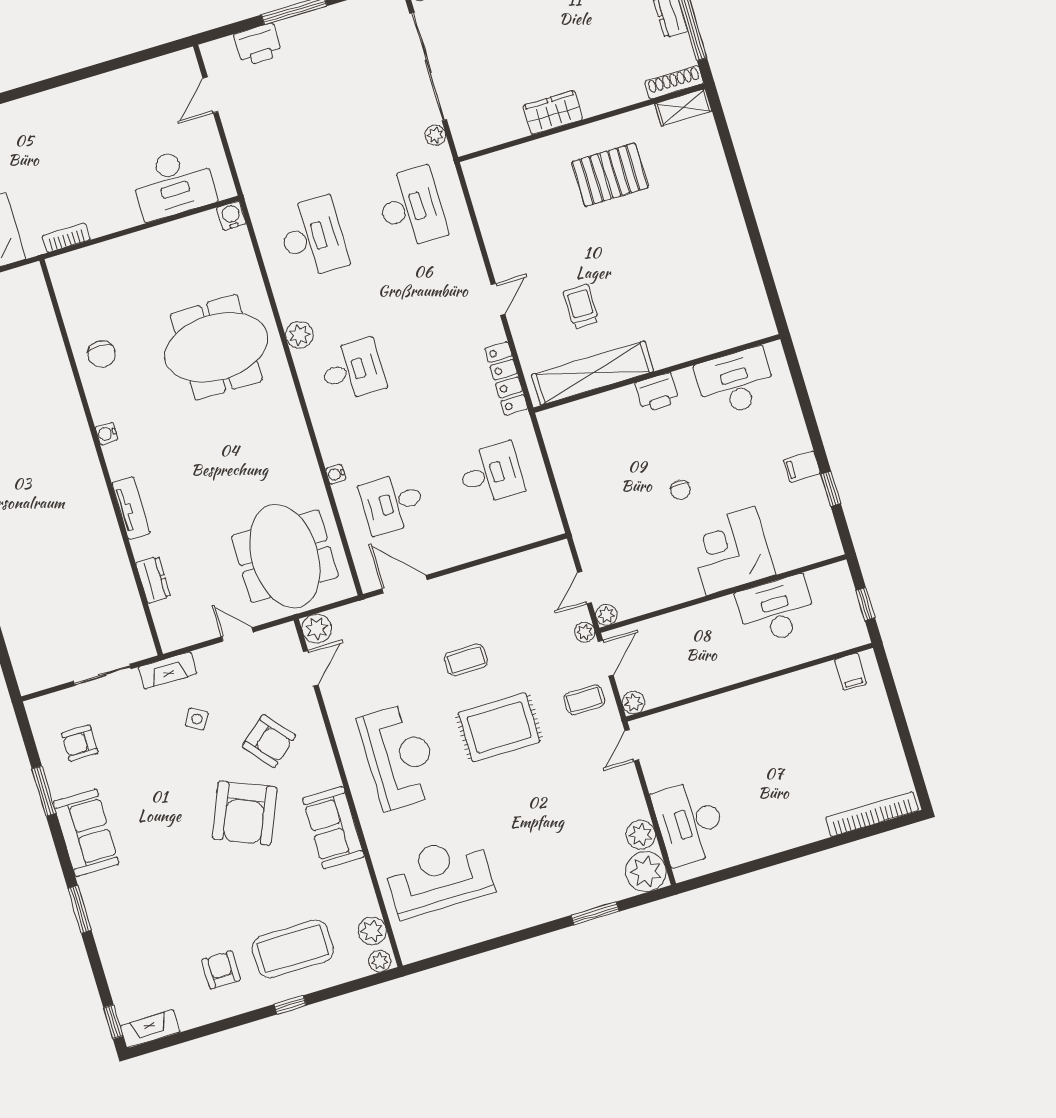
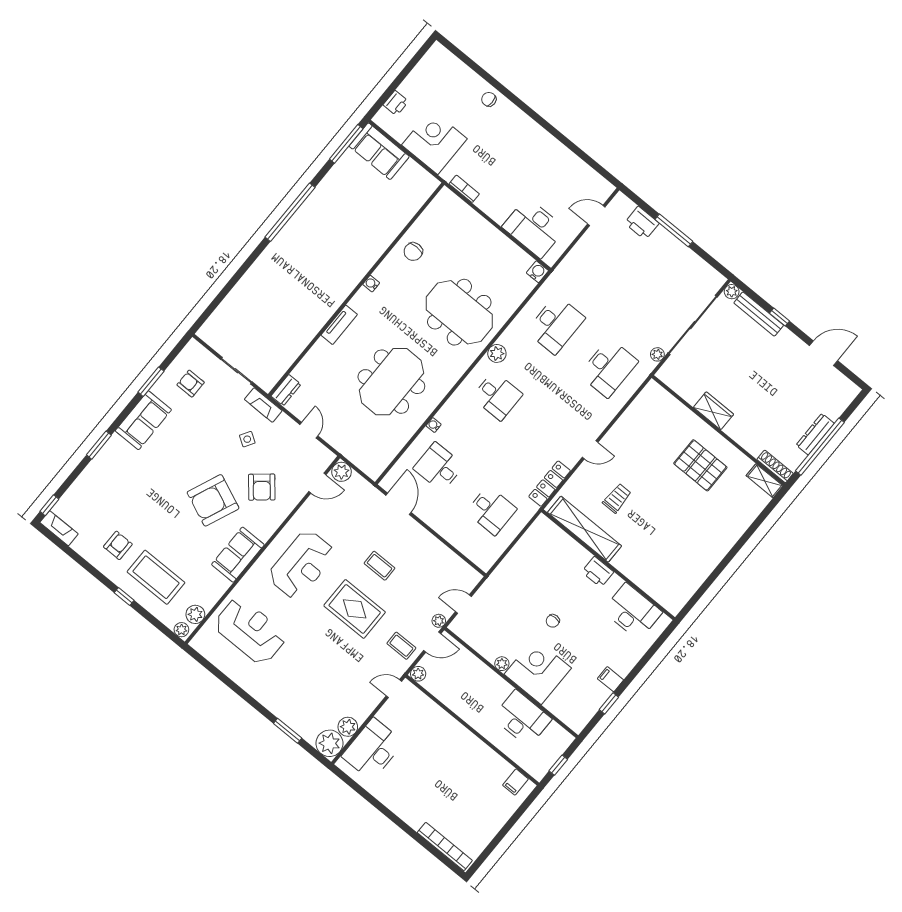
meeting table: (285, 556) -> (391, 382), moved
dresser: (153, 580) -> (286, 390), moved
plant: (606, 615) -> (502, 664), moved

